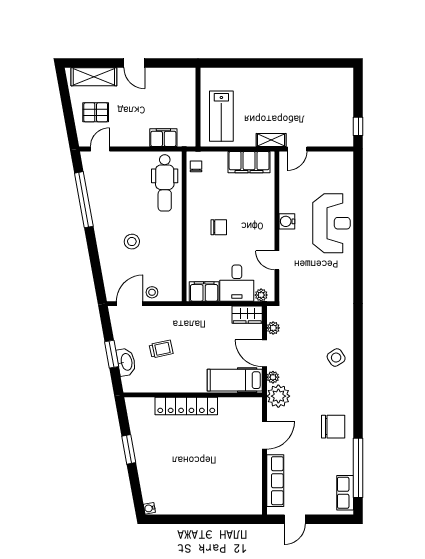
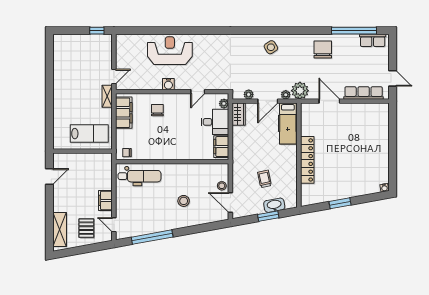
door: (134, 63) -> (49, 176), moved
filing cabinet: (163, 138) -> (105, 200), moved
door: (297, 149) -> (114, 77), hinge flipped
chair: (219, 227) -> (157, 110), moved

